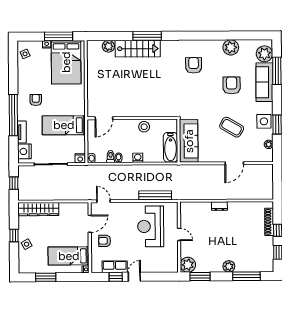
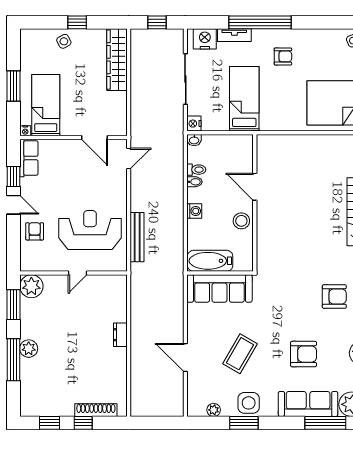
door: (104, 118) -> (255, 187), moved
armchair: (105, 241) -> (35, 231), moved
row of seats: (115, 267) -> (29, 158), moved
window: (246, 276) -> (13, 360), moved
window: (46, 277) -> (13, 86), moved

